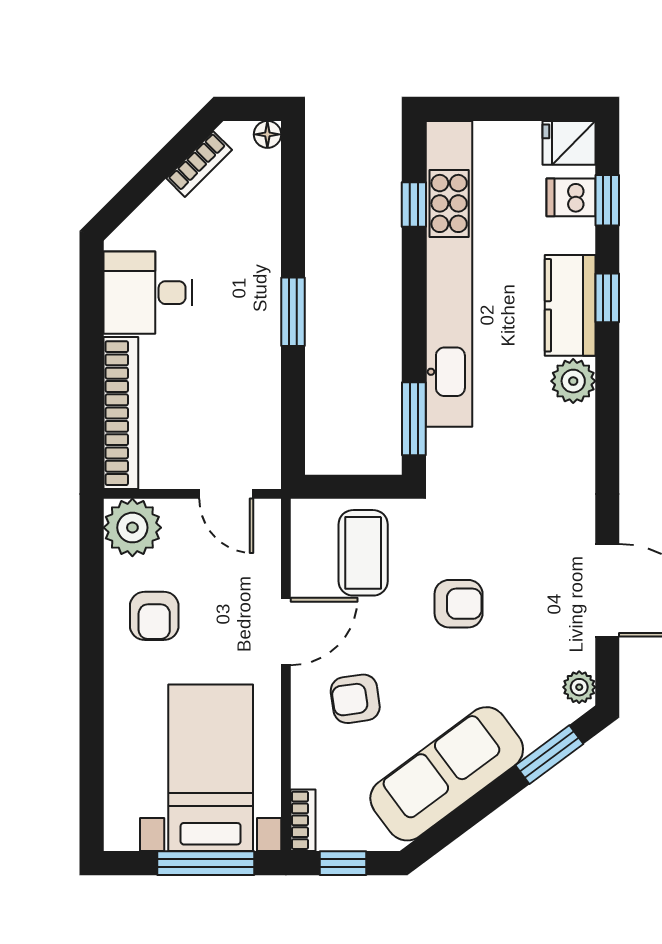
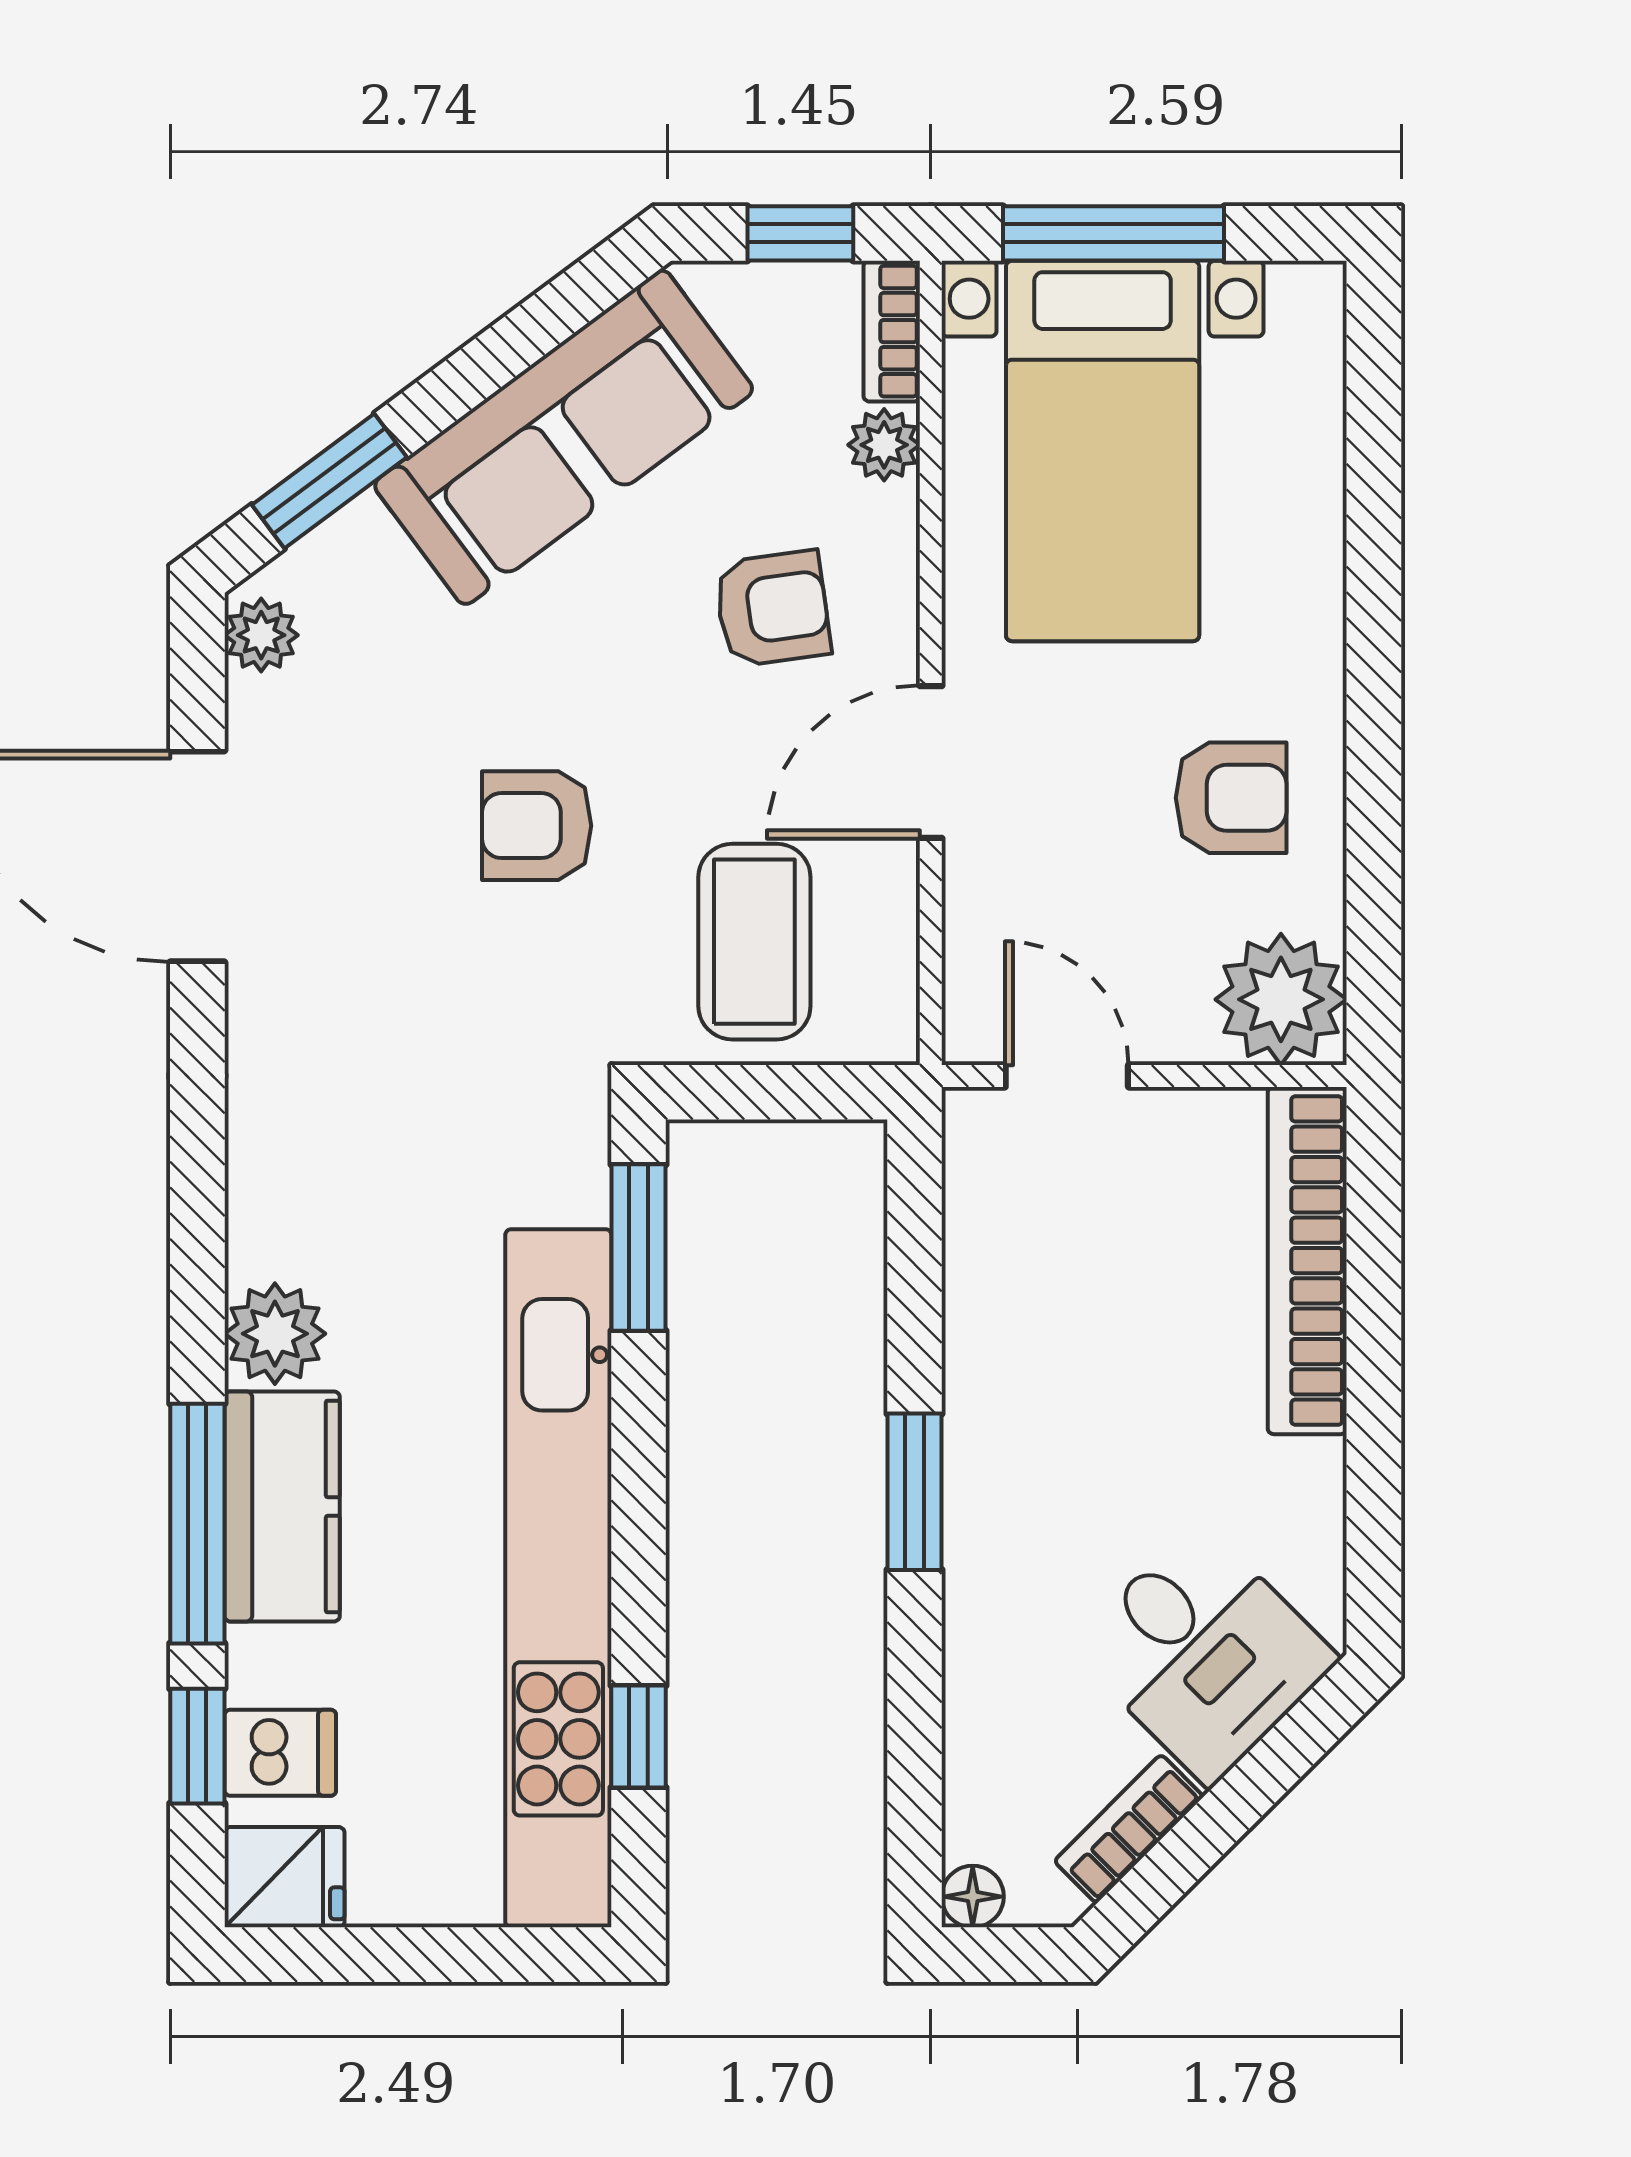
desk: (148, 293) -> (1204, 1653), moved, turned 45
window: (607, 298) -> (197, 1524), width x2.17
armchair: (154, 616) -> (1231, 798), turned 90
plant: (306, 771) -> (884, 445), added

